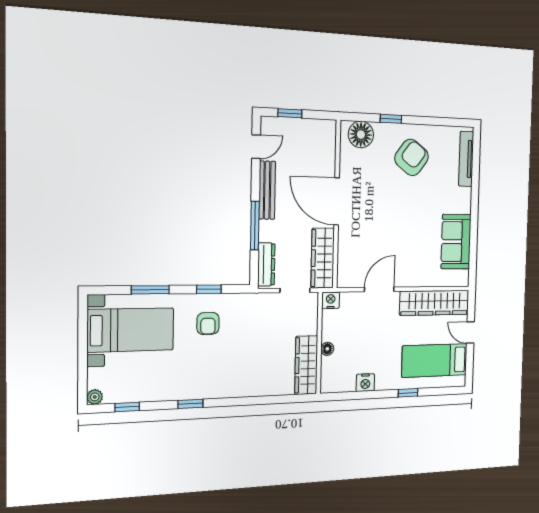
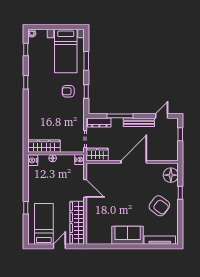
door: (256, 147) -> (162, 116), swing flipped
sofa: (456, 242) -> (128, 235), moved
wardrobe: (323, 258) -> (97, 154), width x0.67
nightstand: (365, 383) -> (33, 160), moved

